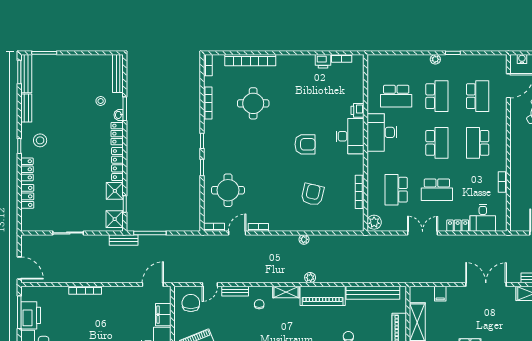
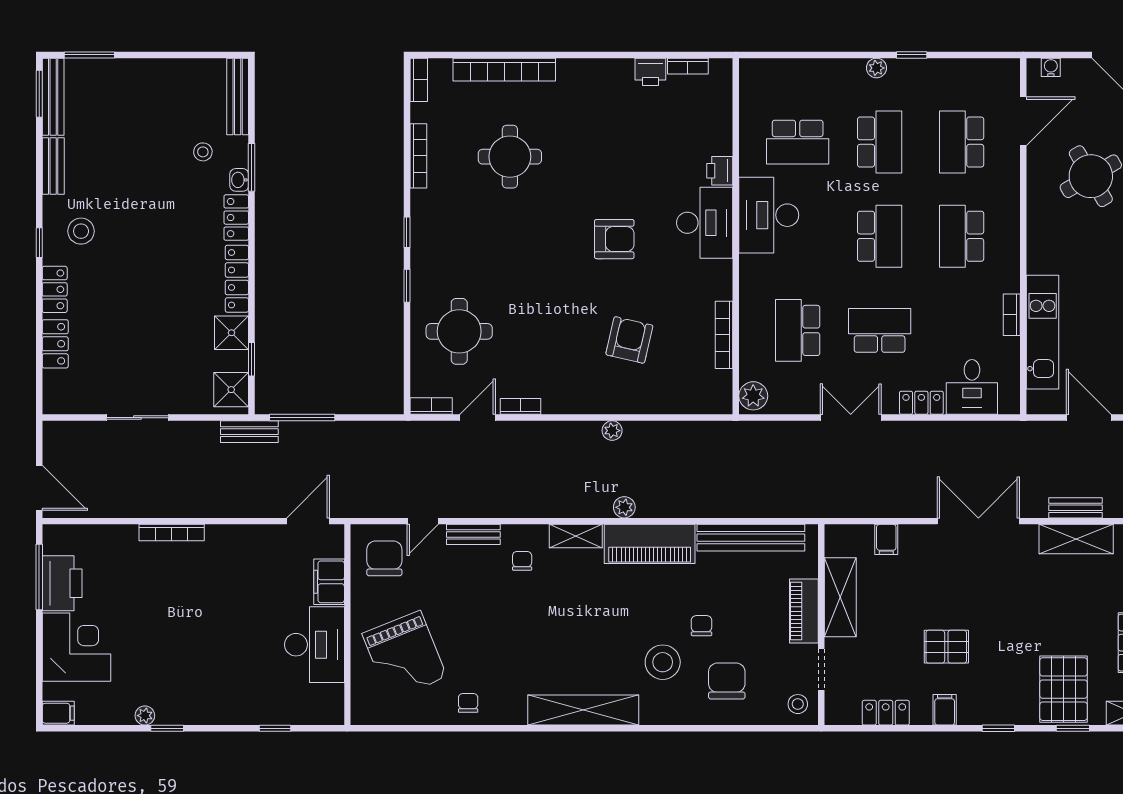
school desk: (478, 96) -> (962, 142), turned 180
school desk: (437, 190) -> (880, 330), turned 180
kitchen unit: (518, 191) -> (1043, 332), added

